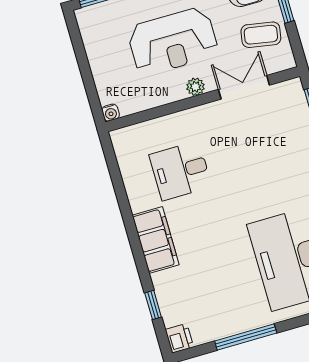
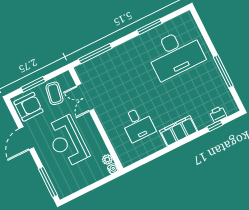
reception desk: (173, 41) -> (67, 141), turned 180
plant: (195, 87) -> (107, 159), moved
printer: (179, 338) -> (218, 114), moved

